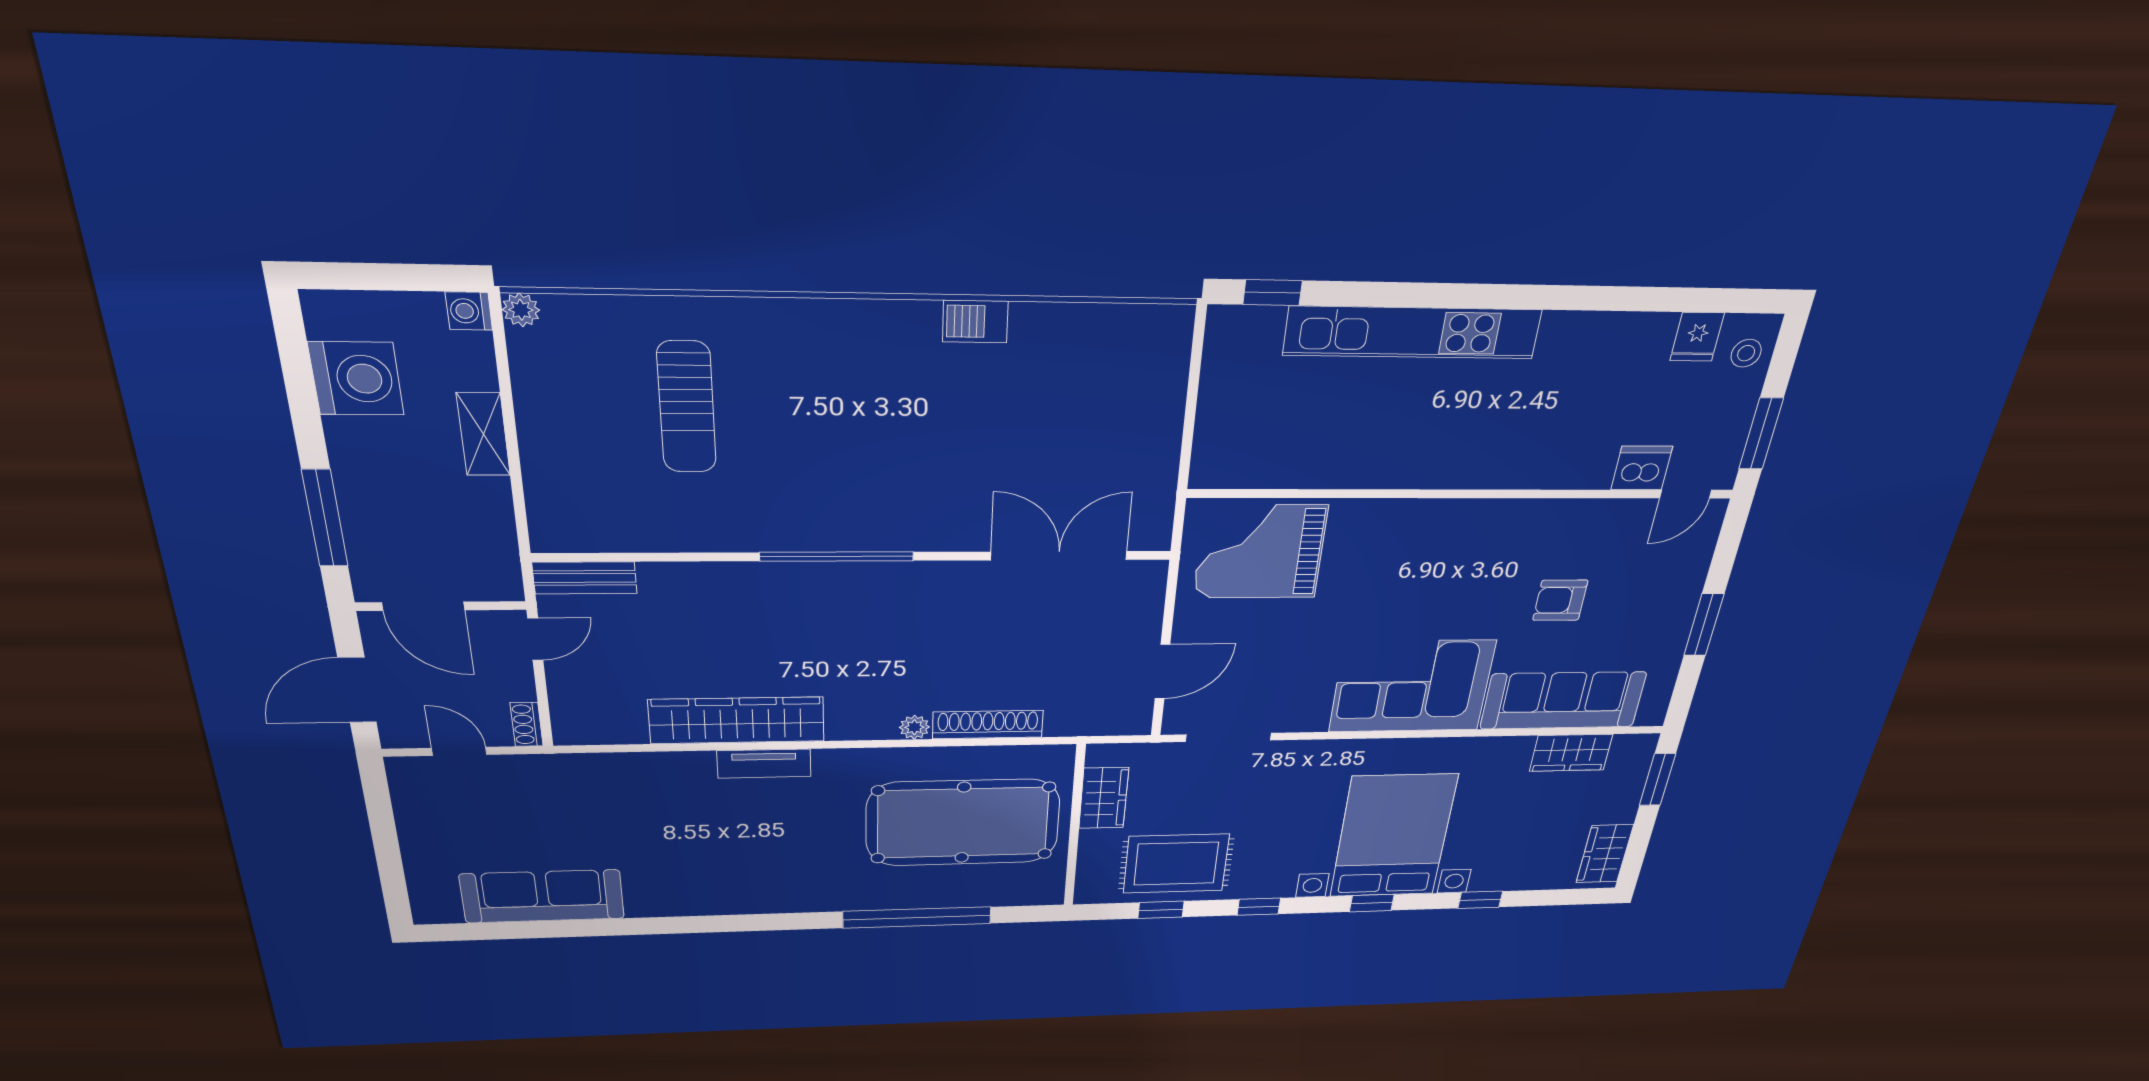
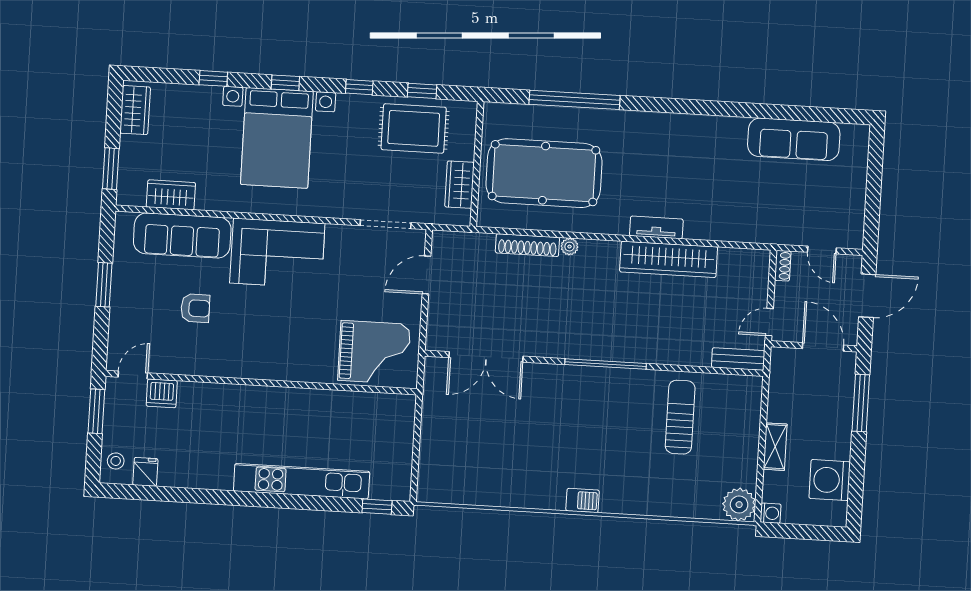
plant: (521, 310) -> (739, 505), width x1.88, depth x1.88
barbecue: (975, 321) -> (583, 500), moved
sun lounger: (687, 407) -> (680, 417), moved

